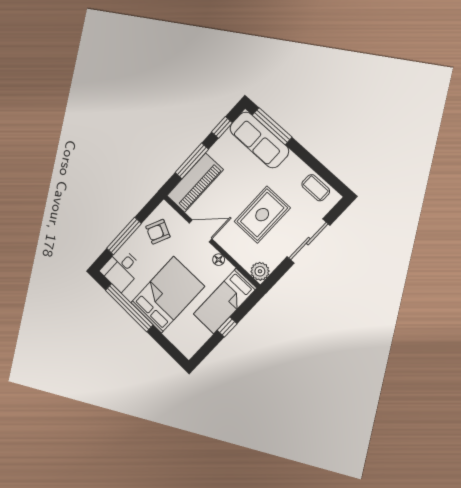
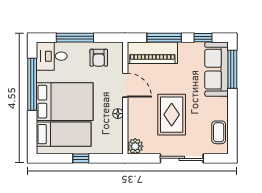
rug: (262, 215) -> (172, 115), turned 90
armchair: (158, 232) -> (99, 58), turned -115
bed: (225, 301) -> (64, 134), moved, turned 180

